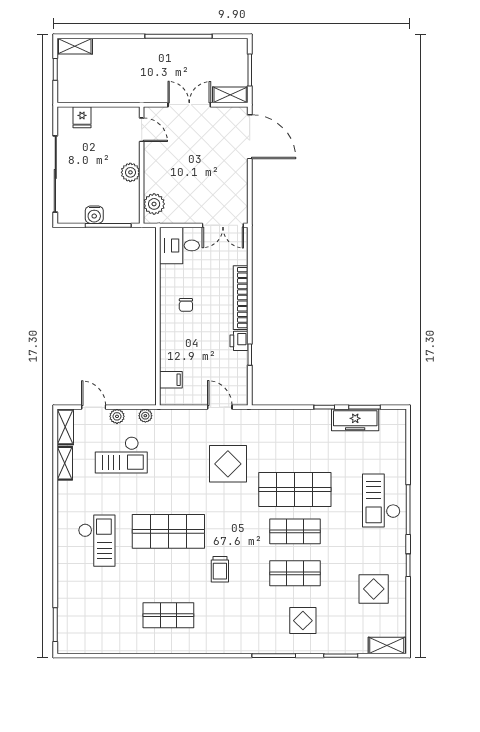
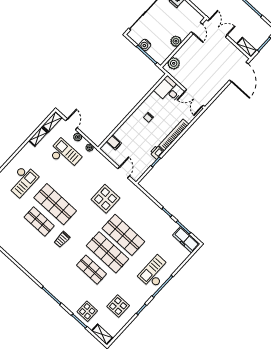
double door: (189, 105) -> (218, 28), moved
freezer: (355, 420) -> (186, 240), moved
checkout: (121, 455) -> (65, 155), turned 180
shop shelf: (295, 531) -> (107, 252), width x1.43, depth x1.36
shop shelf: (168, 615) -> (39, 221), moved
display table: (303, 621) -> (87, 311), moved

